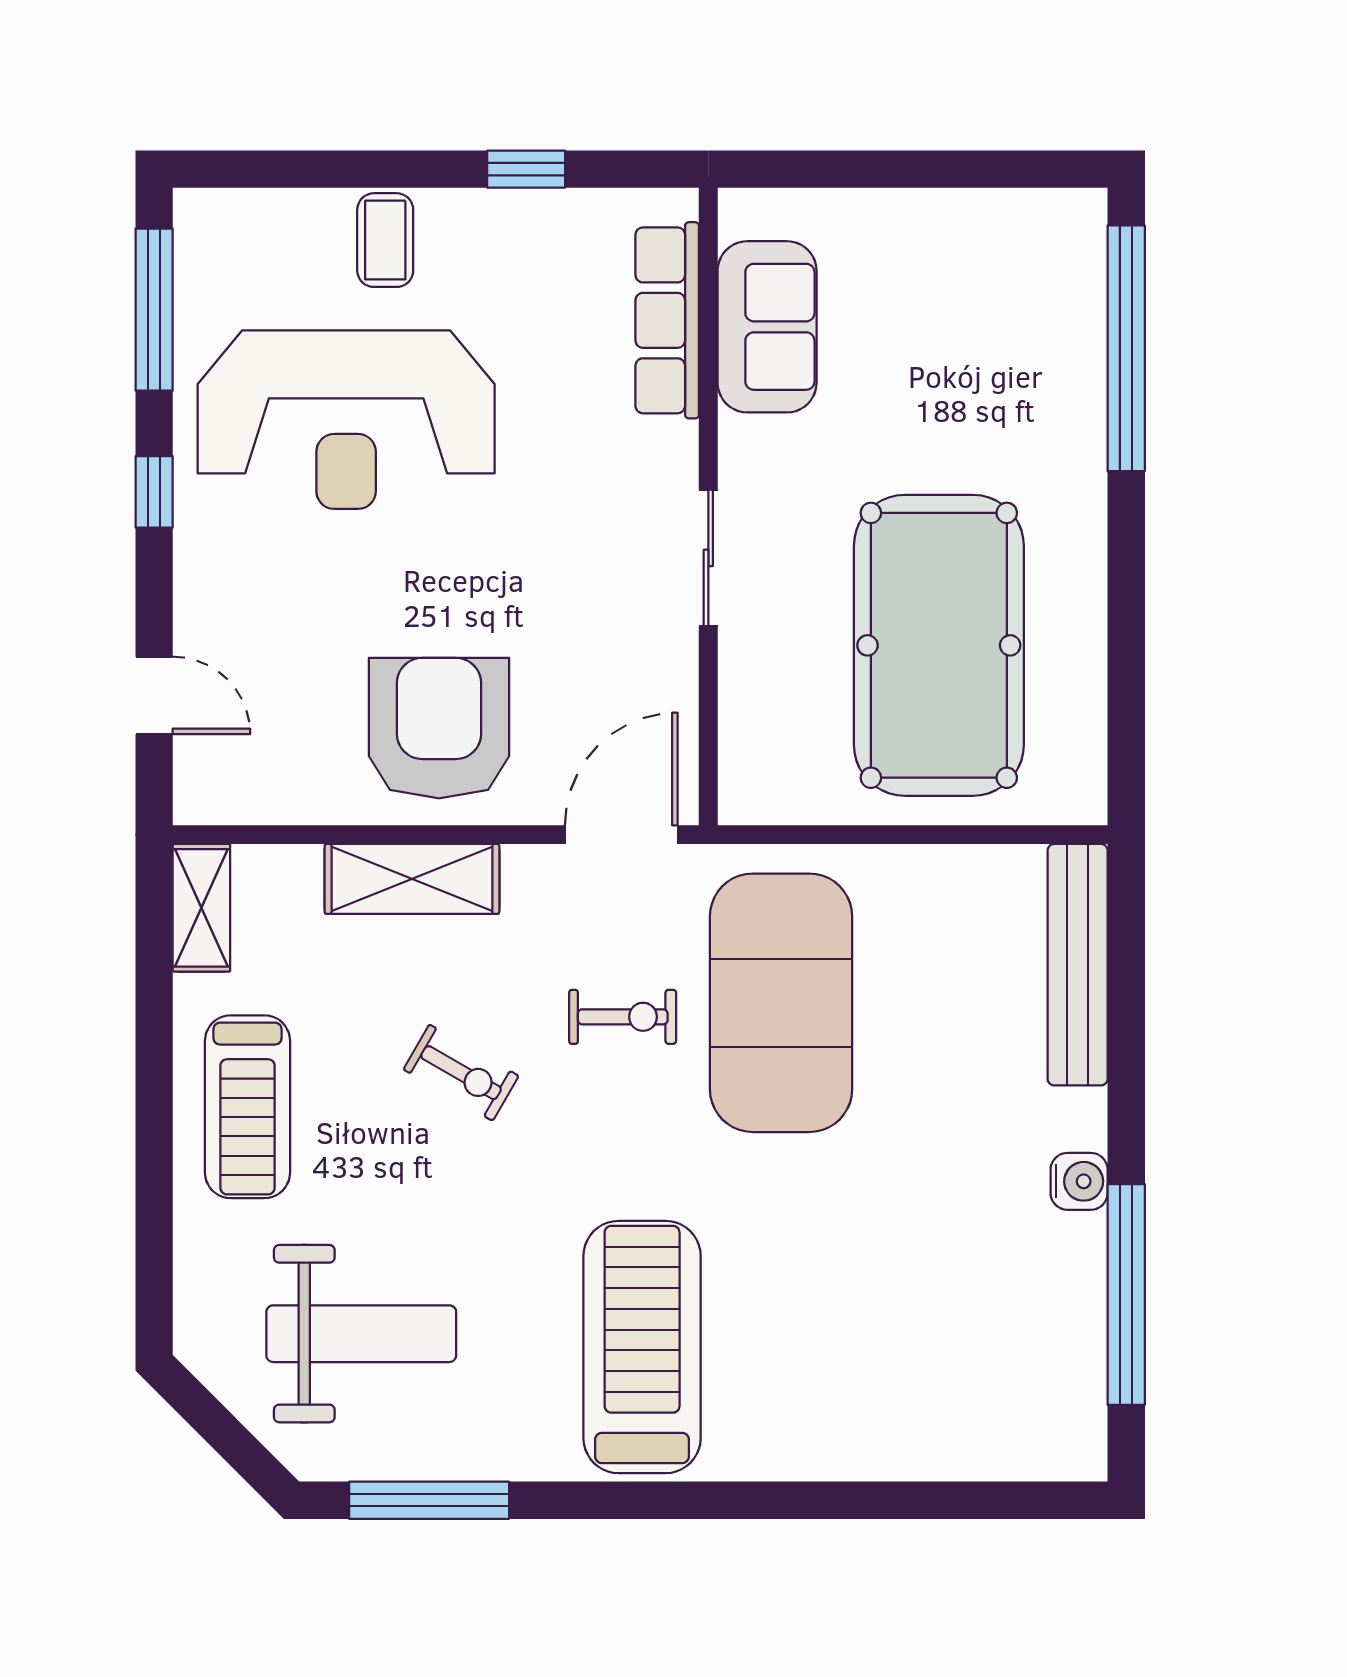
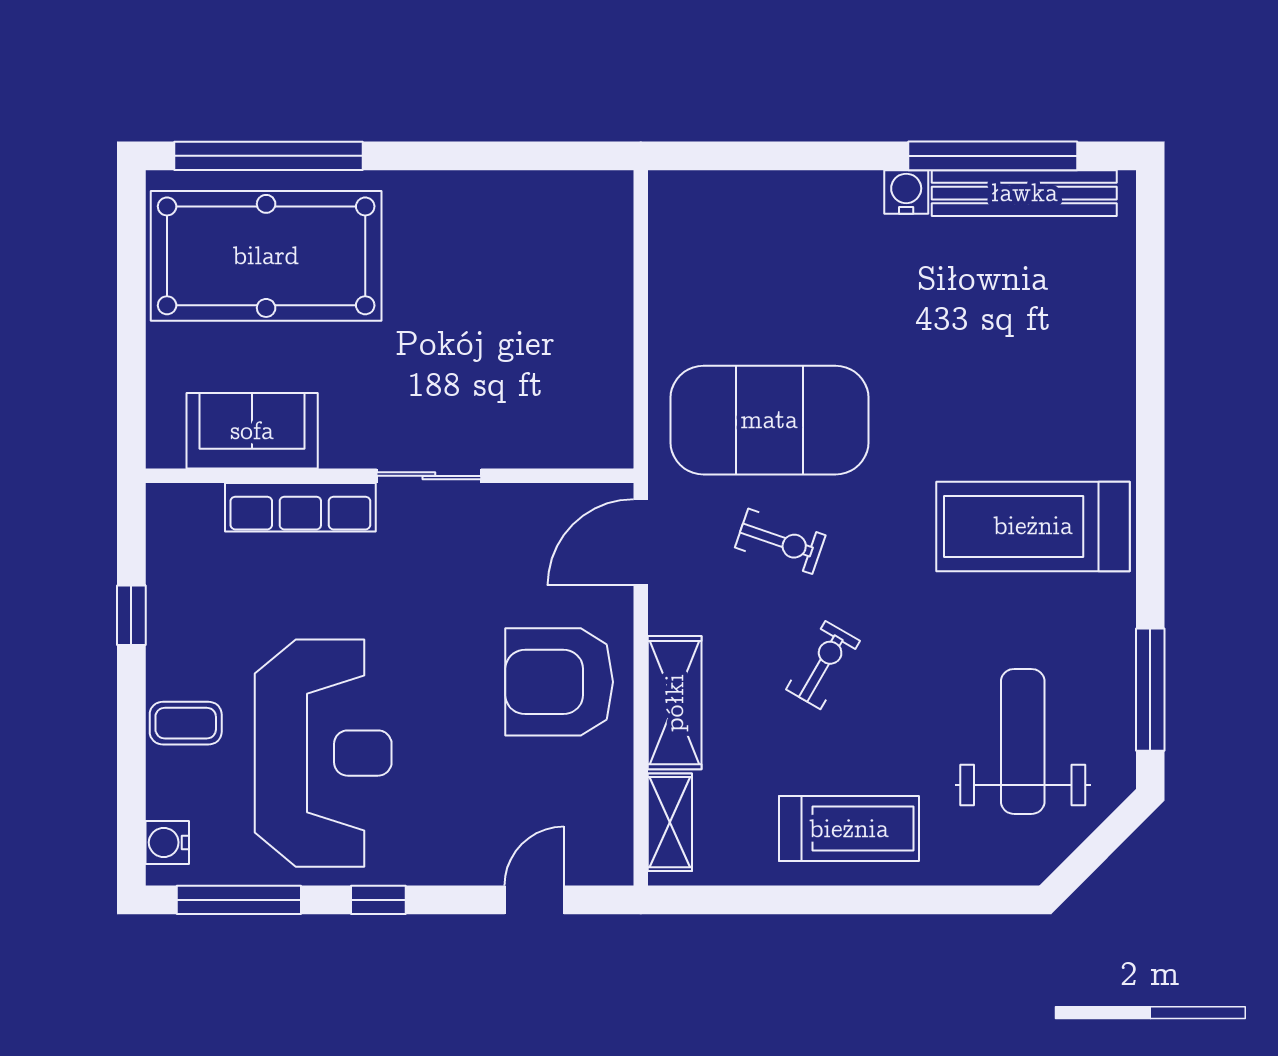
water cooler: (229, 216) -> (167, 842), added
row of seats: (667, 320) -> (300, 507), moved
pool table: (939, 645) -> (266, 256), moved
door: (621, 835) -> (641, 542), hinge flipped
shelving: (201, 908) -> (670, 822), moved, turned 90
bench: (1078, 965) -> (1024, 193), moved
exercise bike: (623, 1017) -> (780, 541), turned 109

